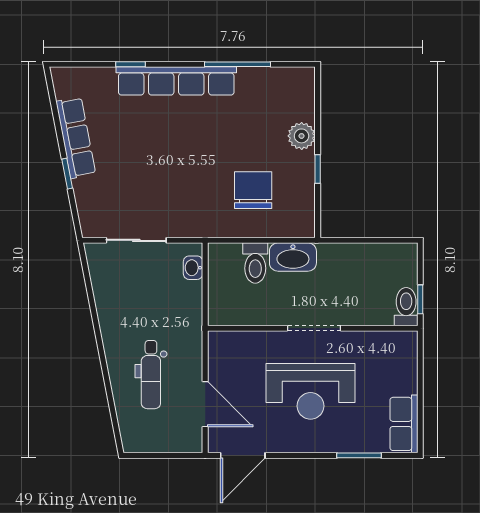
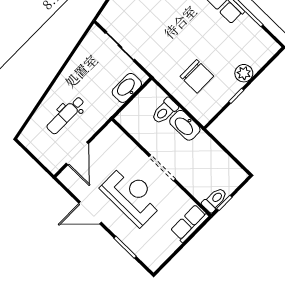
chair: (253, 190) -> (197, 76), turned 90
washbasin: (193, 268) -> (127, 88), width x1.91, depth x1.45
reception desk: (311, 391) -> (132, 195), turned 180
row of seats: (404, 424) -> (189, 223), moved
door: (243, 455) -> (90, 213), moved

